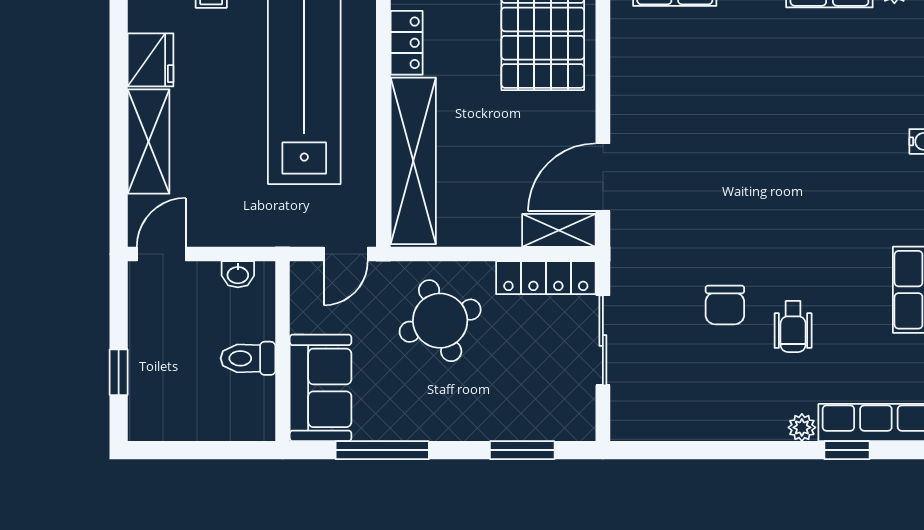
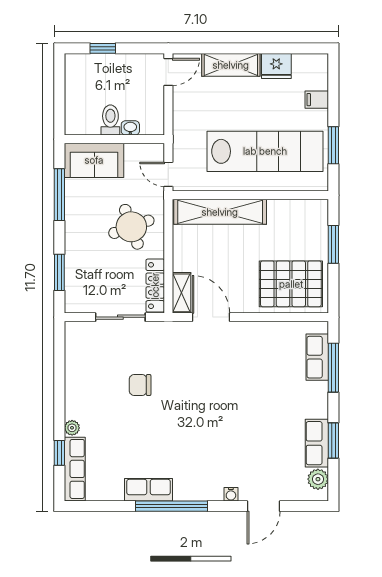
locker: (407, 43) -> (286, 208), removed
door: (161, 254) -> (168, 72), hinge flipped
washbasin: (238, 274) -> (130, 128), moved, turned 90
wheelchair: (793, 326) -> (128, 423), removed

